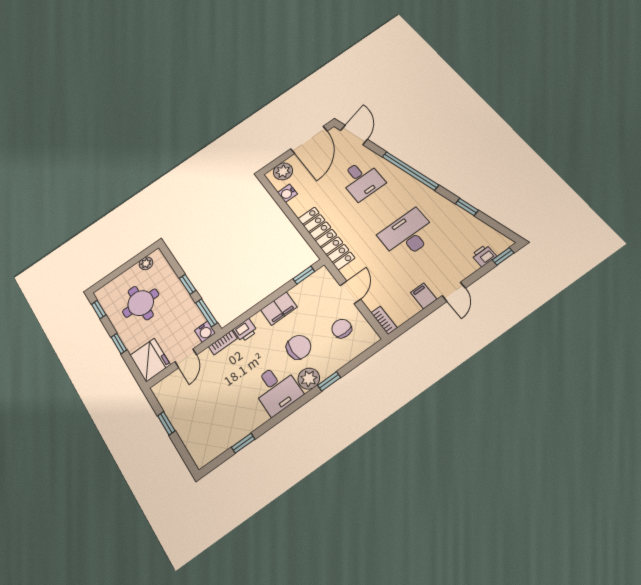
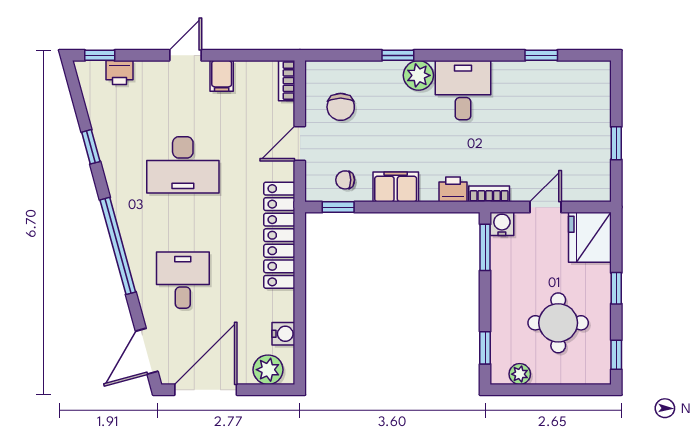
window: (188, 284) -> (485, 348), moved
chair: (299, 347) -> (345, 180), moved, width x0.54, depth x0.54

